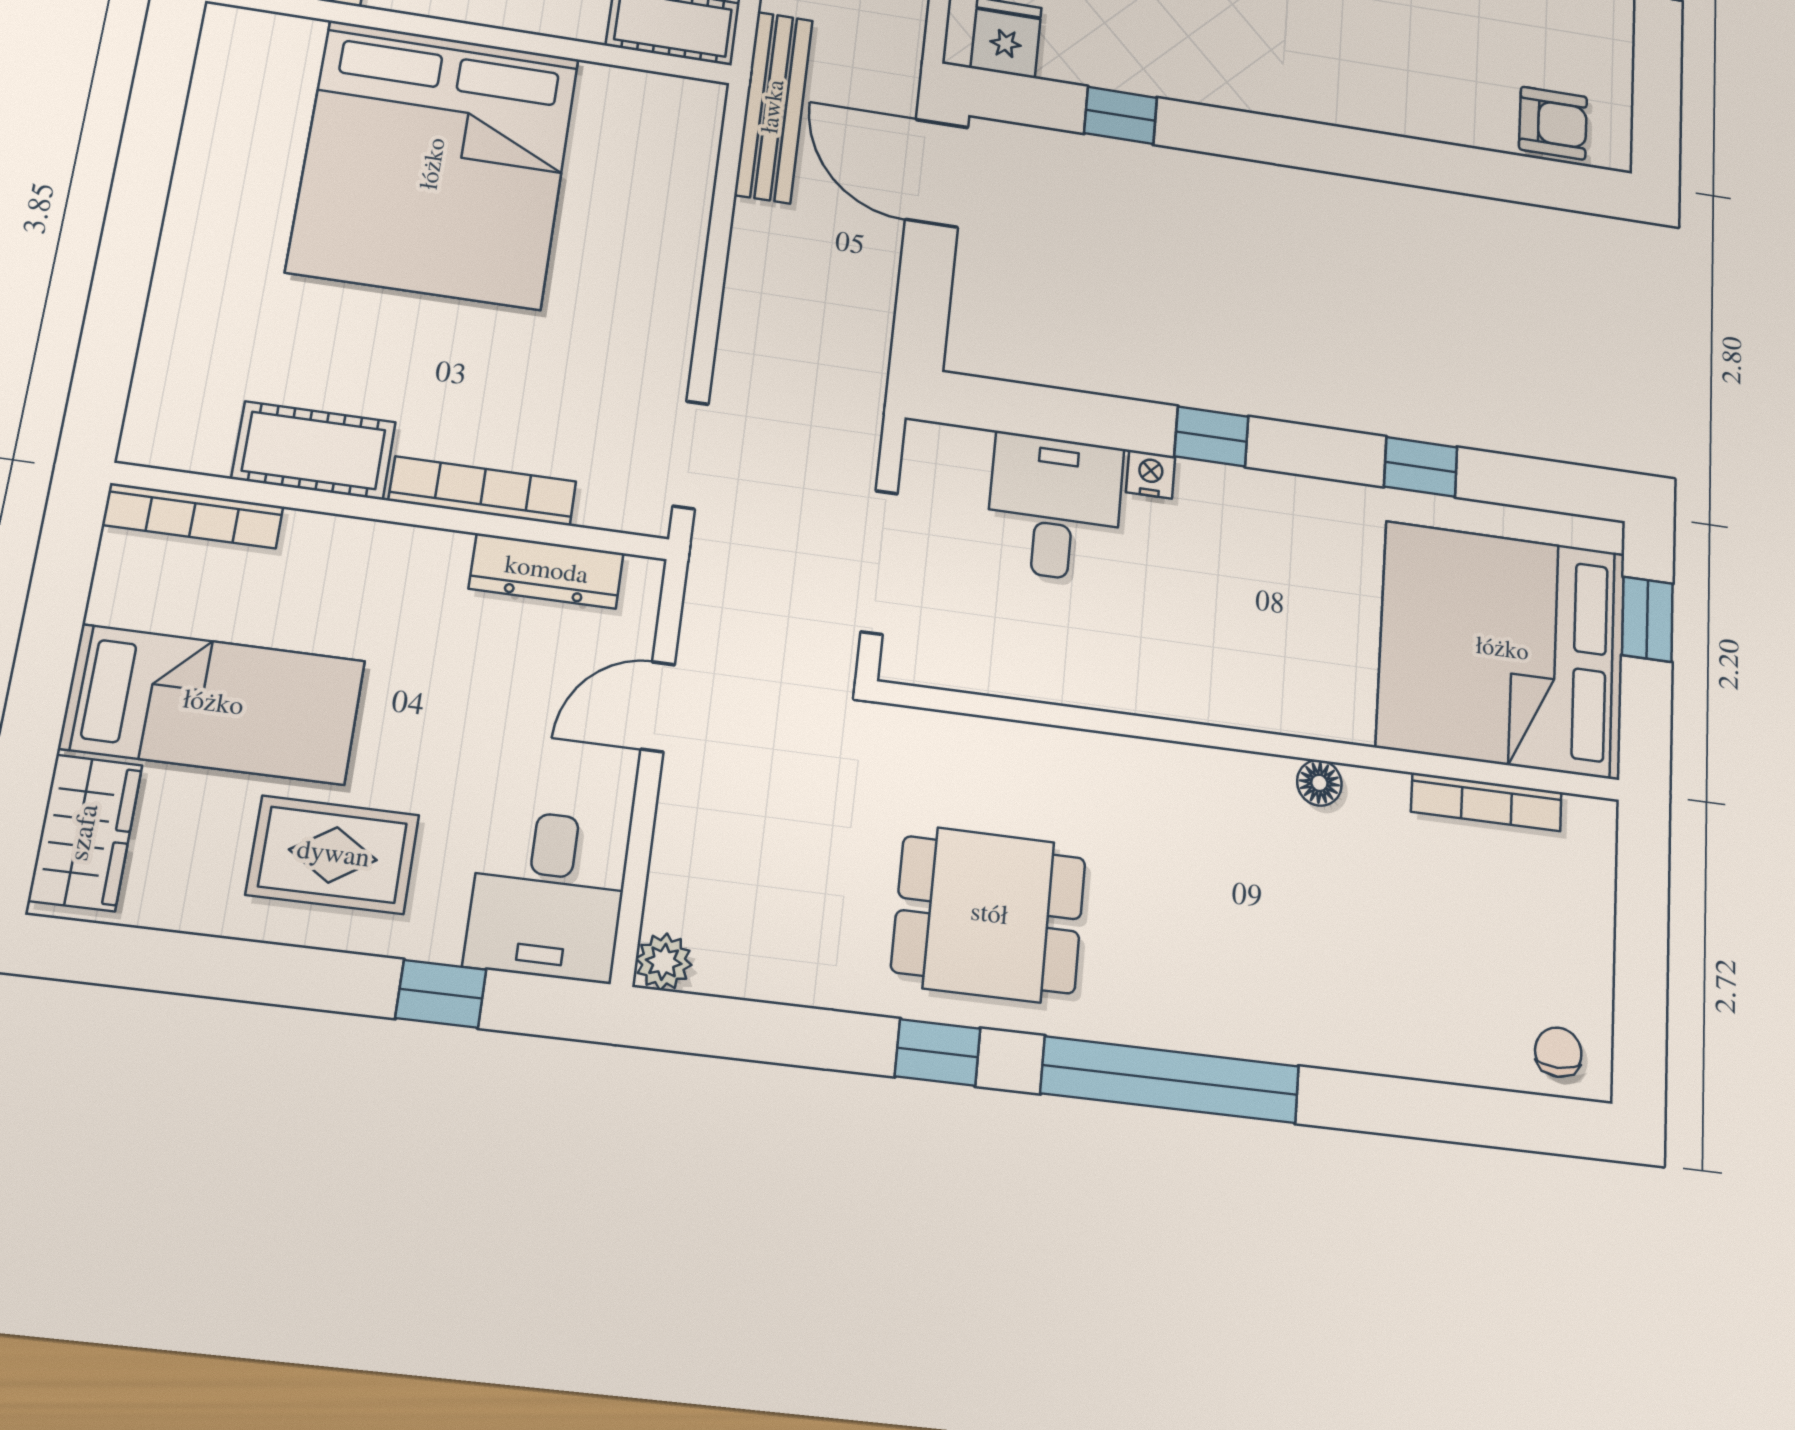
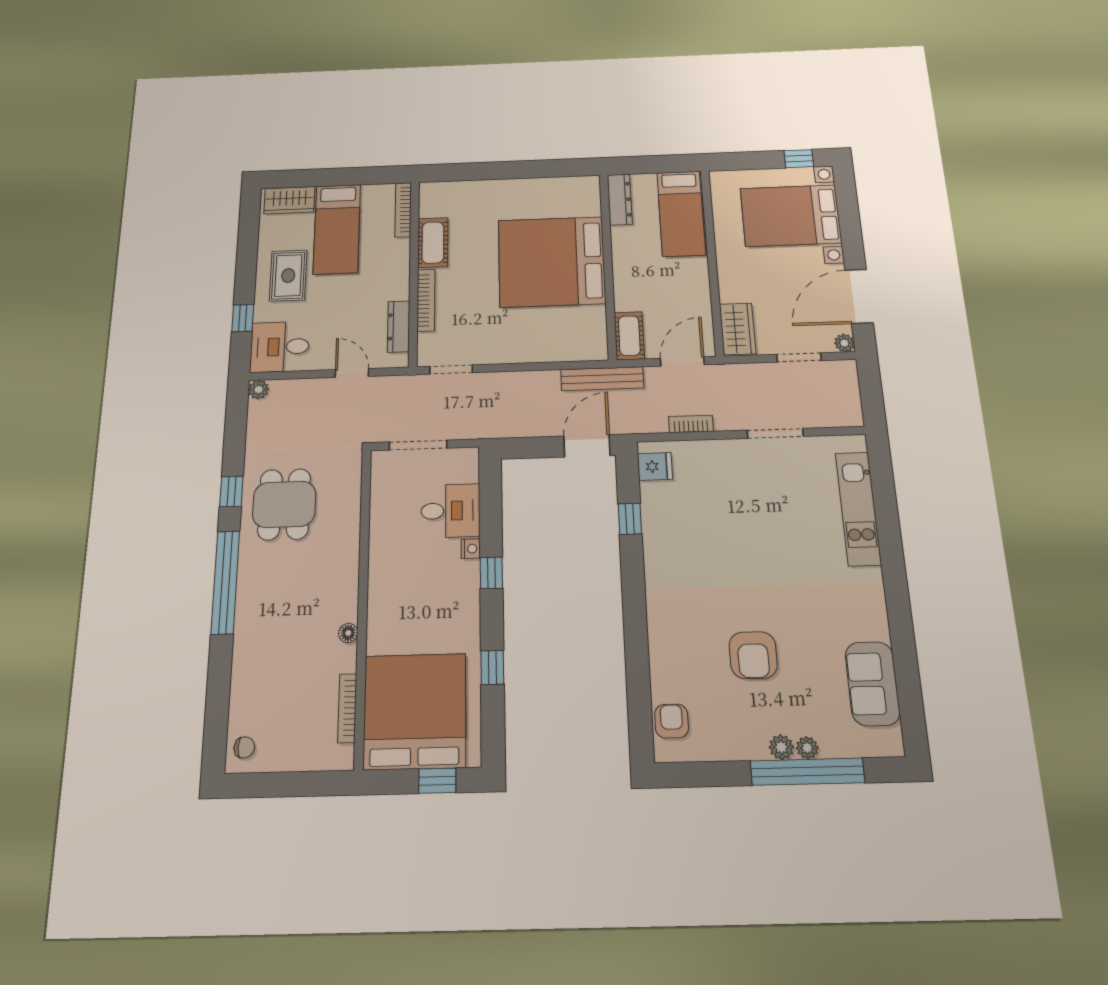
armchair: (1553, 123) -> (672, 721), turned 180

